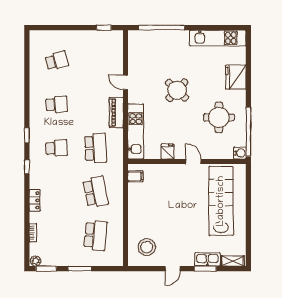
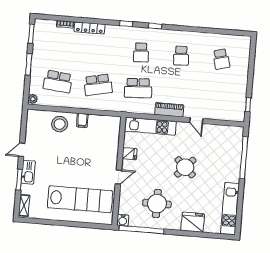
door: (125, 82) -> (196, 121), swing flipped
filing cabinet: (135, 176) -> (82, 120), moved
locker: (35, 200) -> (90, 28), width x1.53
stool: (147, 247) -> (60, 124), moved
kitchen sink: (207, 260) -> (28, 172), moved
plant: (36, 261) -> (33, 99), moved
door: (173, 269) -> (22, 150), hinge flipped

